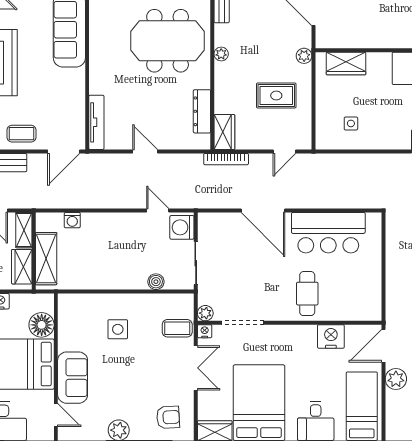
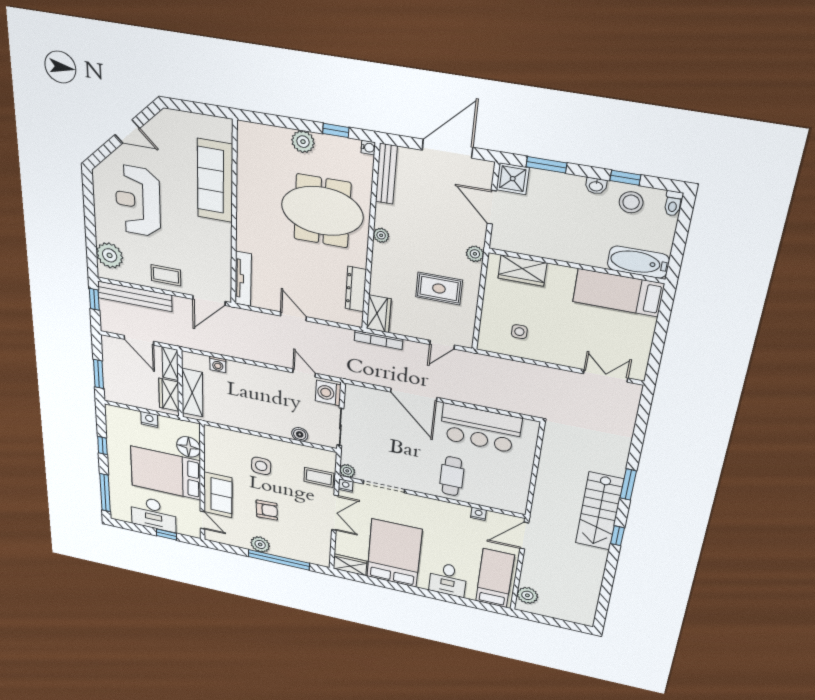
nightstand: (331, 336) -> (478, 514), width x0.53, depth x0.56
plant: (396, 379) -> (527, 595), moved
armchair: (168, 417) -> (267, 510), moved

